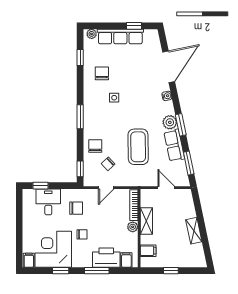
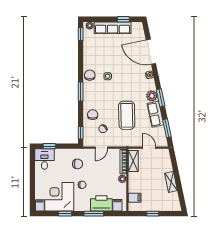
window: (80, 57) -> (81, 34), moved
door: (169, 67) -> (151, 52), swing flipped
chair: (102, 73) -> (90, 75), moved
desk: (48, 202) -> (44, 159), moved
shelving: (146, 221) -> (133, 161), moved

